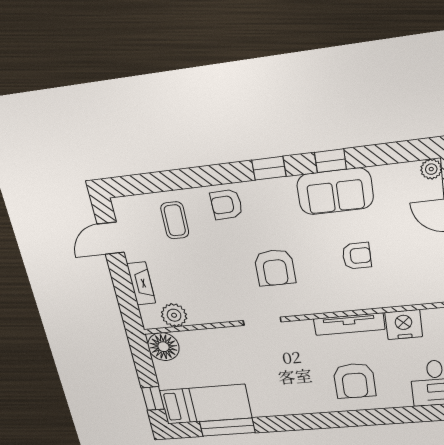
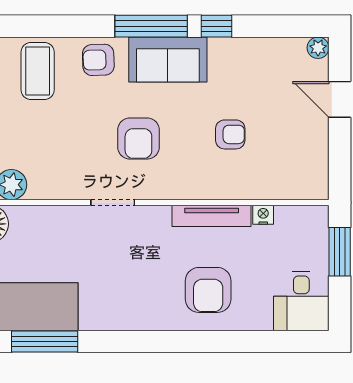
window: (269, 168) -> (151, 26), width x2.17
sofa: (335, 191) -> (168, 59), moved
coffee table: (175, 220) -> (38, 71), width x1.36, depth x1.30
nightstand: (404, 325) -> (263, 215), width x0.53, depth x0.56

